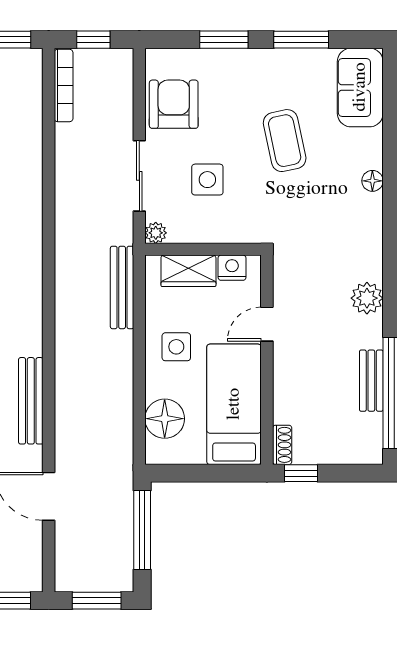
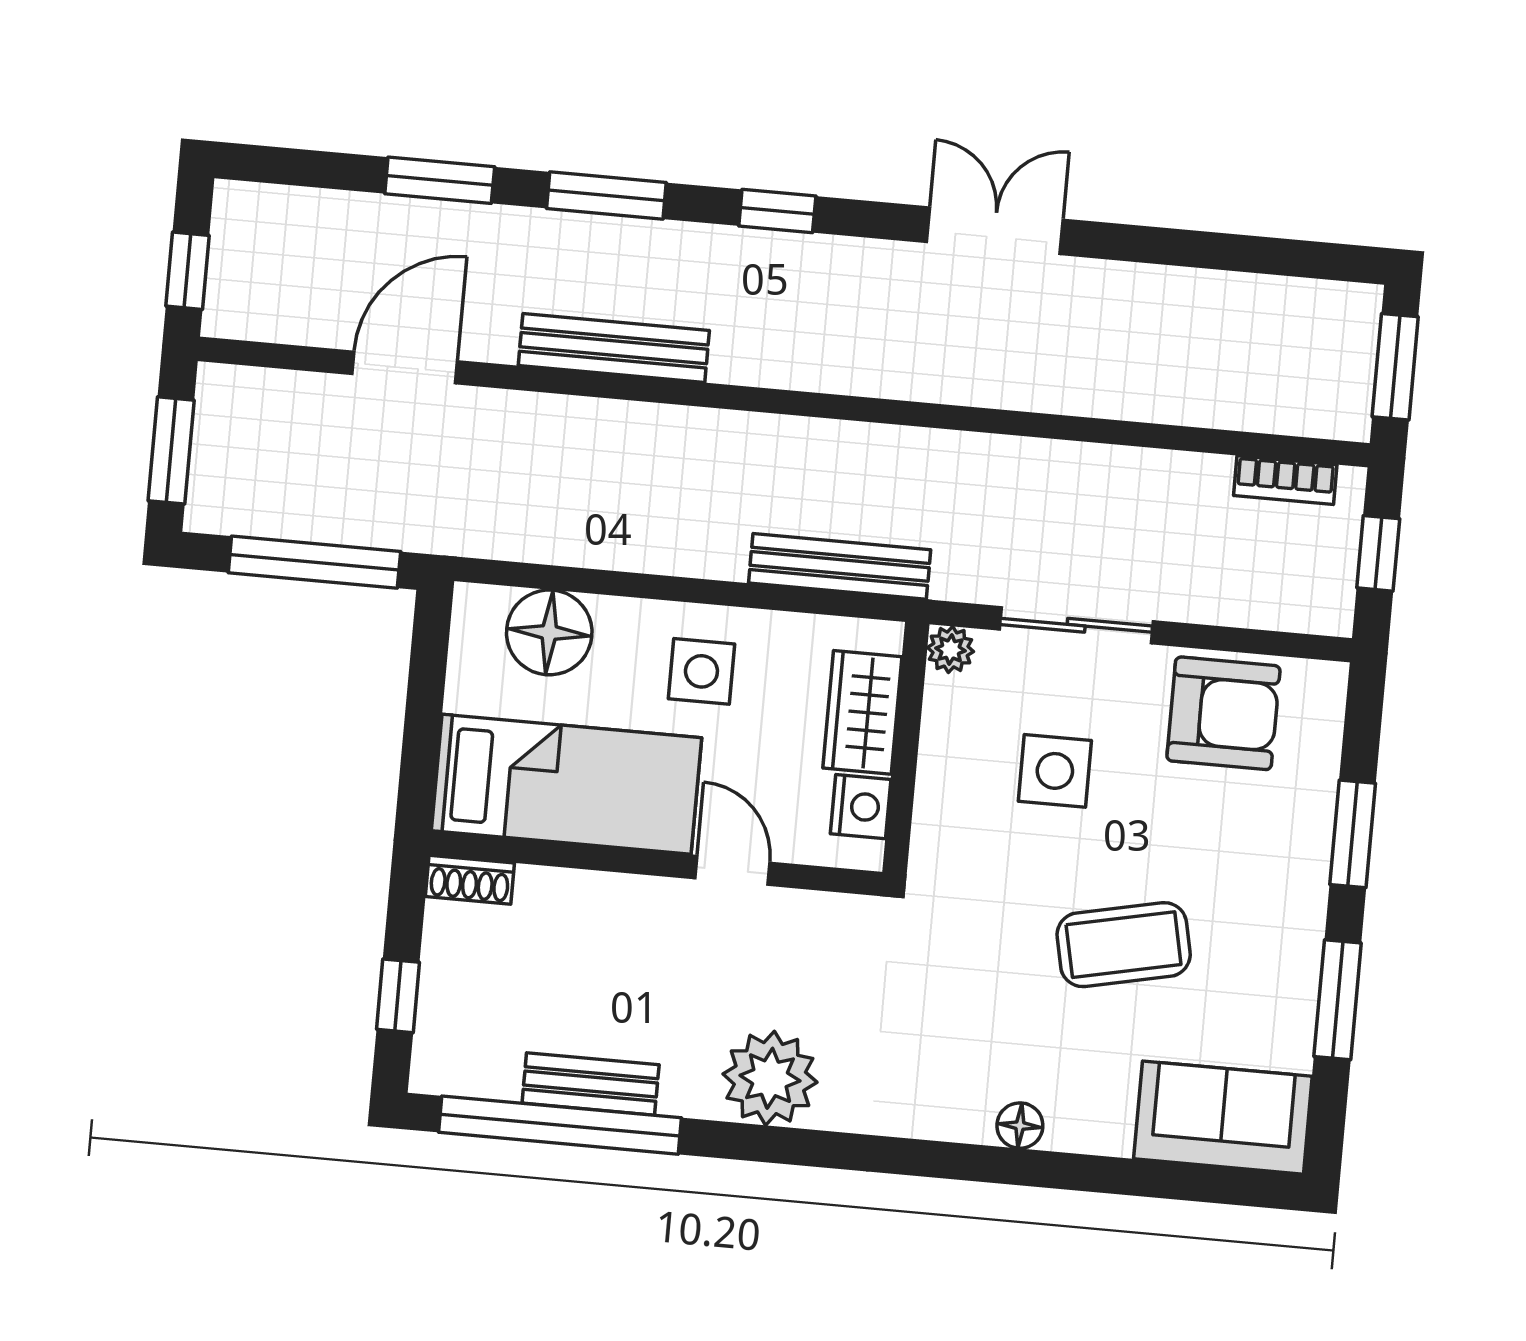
bookcase: (64, 86) -> (1285, 480), width x0.64
plant: (367, 298) -> (770, 1078), width x1.36, depth x1.36
window: (301, 473) -> (398, 996), moved

